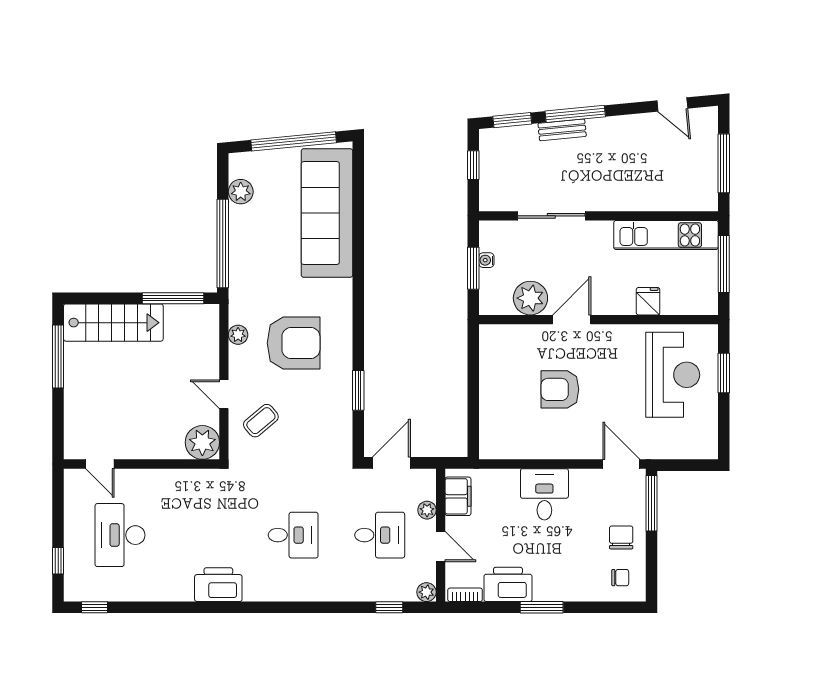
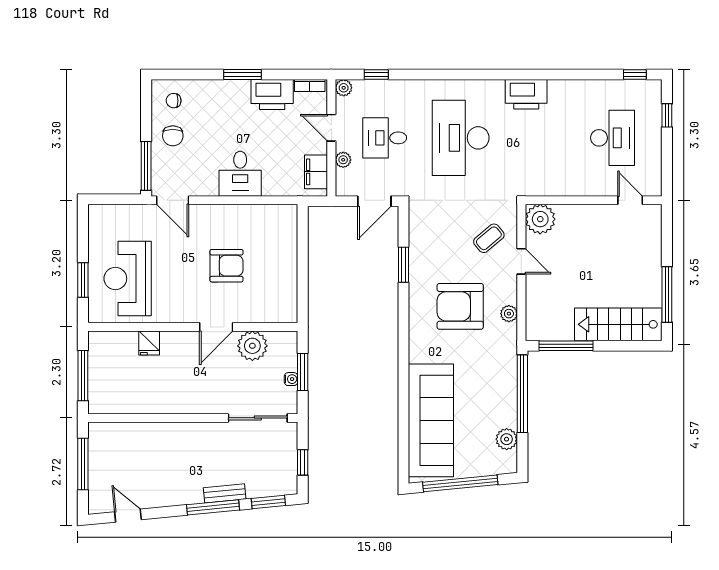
sliding door: (551, 216) -> (258, 418), moved
kitchen unit: (666, 235) -> (133, 401), removed
desk: (293, 535) -> (461, 138), width x1.87, depth x1.30

